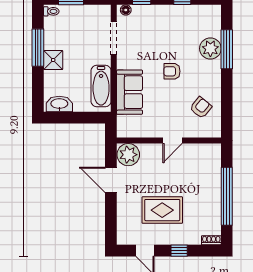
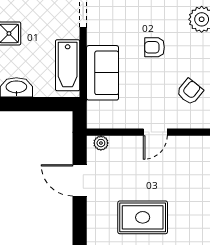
plant: (128, 155) -> (101, 143), width x0.53, depth x0.53

